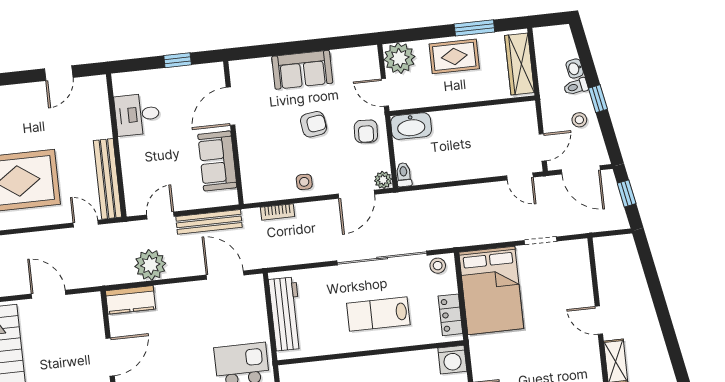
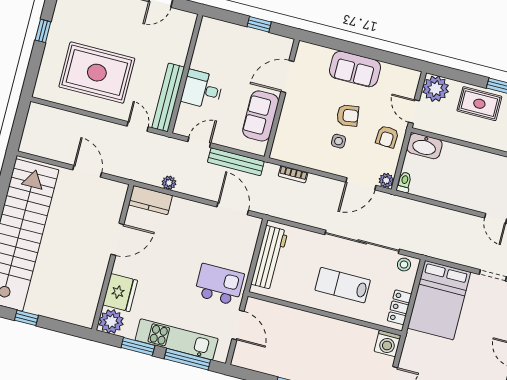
desk: (137, 114) -> (202, 89), moved
side table: (304, 182) -> (339, 141), moved
plant: (150, 265) -> (169, 183), width x0.53, depth x0.53

